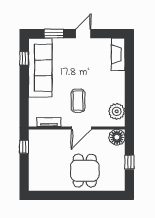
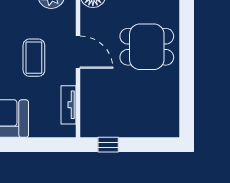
coffee table: (78, 101) -> (34, 58), turned 90

